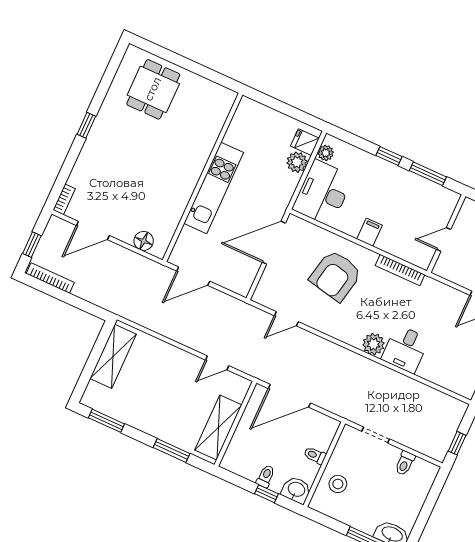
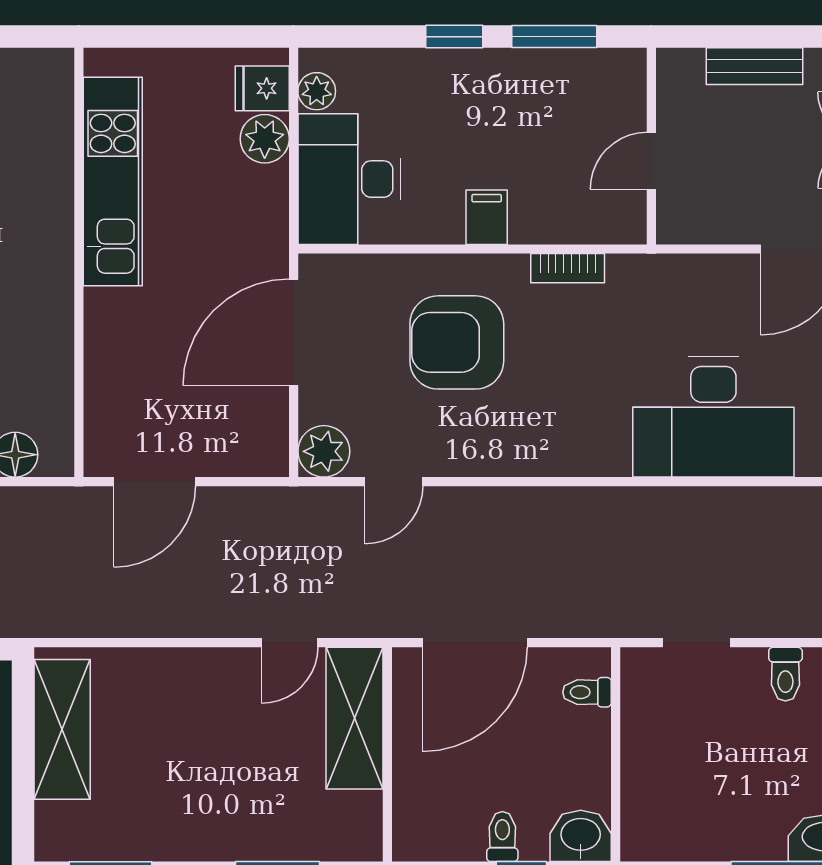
kitchen unit: (214, 188) -> (113, 181), moved
bookcase: (400, 270) -> (568, 268), width x0.64
armchair: (336, 276) -> (457, 342), turned 78
plant: (374, 344) -> (324, 451), moved
desk: (405, 349) -> (713, 417), width x1.87, depth x1.30
shelving: (218, 427) -> (355, 718), moved
toilet: (315, 455) -> (587, 692), moved
stool: (338, 484) -> (663, 783), removed

